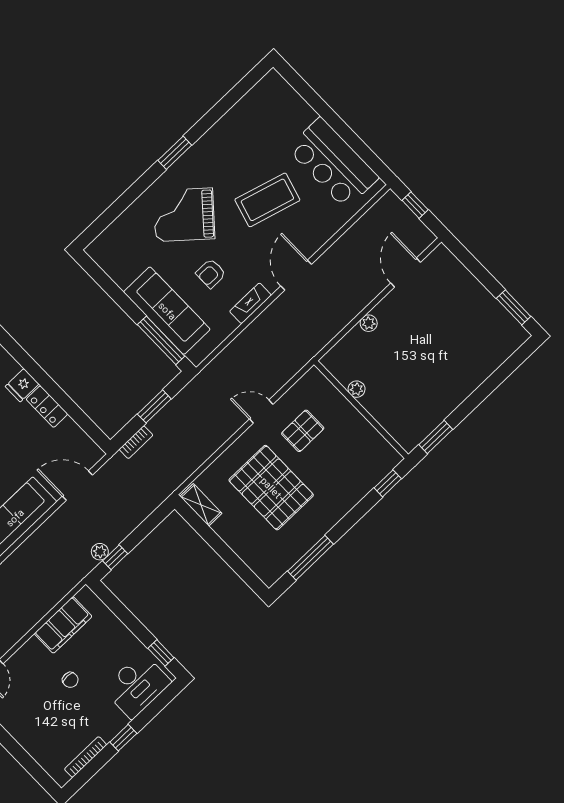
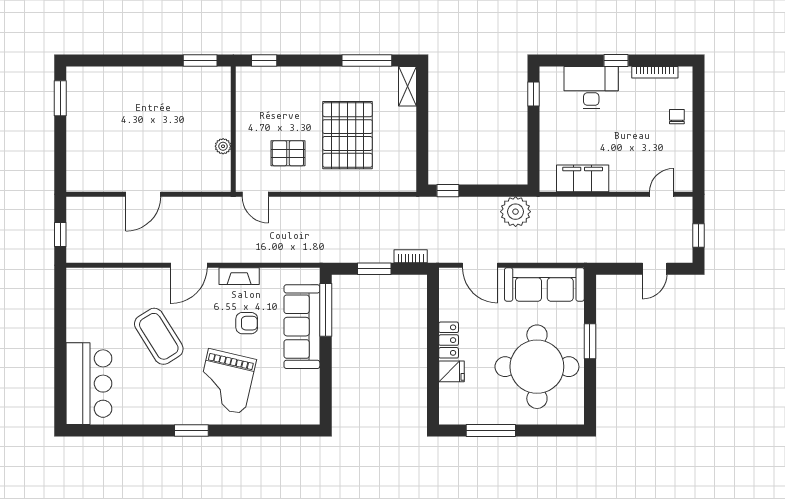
bar counter: (333, 163) -> (89, 384), moved
coffee table: (267, 200) -> (159, 336), turned 42
grand piano: (184, 215) -> (226, 382), turned 62
door: (406, 273) -> (143, 194), moved
plant: (369, 323) -> (171, 184), removed
door: (261, 412) -> (255, 194), moved
shelving: (201, 505) -> (407, 86), moved
plant: (100, 552) -> (516, 212), width x1.87, depth x1.87
window: (115, 557) -> (448, 191), moved
chair: (70, 680) -> (677, 117), moved
desk: (137, 685) -> (591, 88), moved

